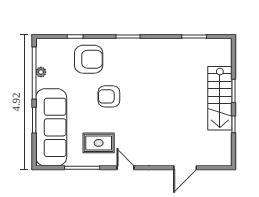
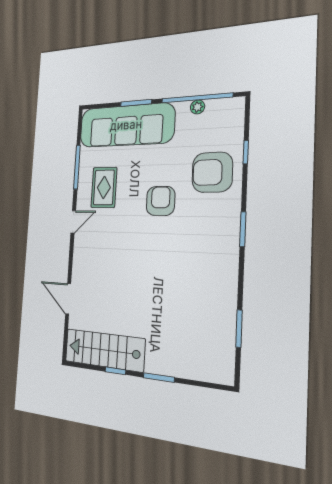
armchair: (89, 59) -> (212, 172), turned 89
stairs: (220, 98) -> (104, 350), moved

